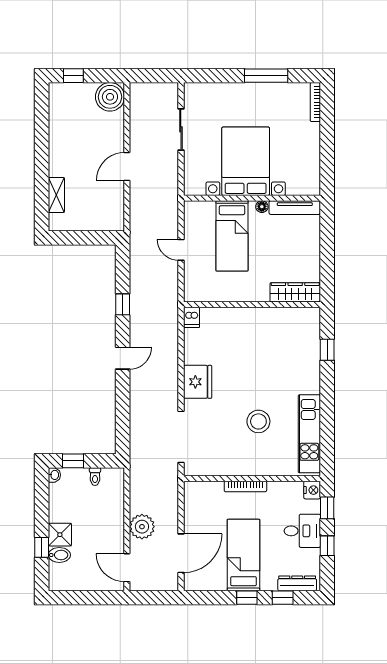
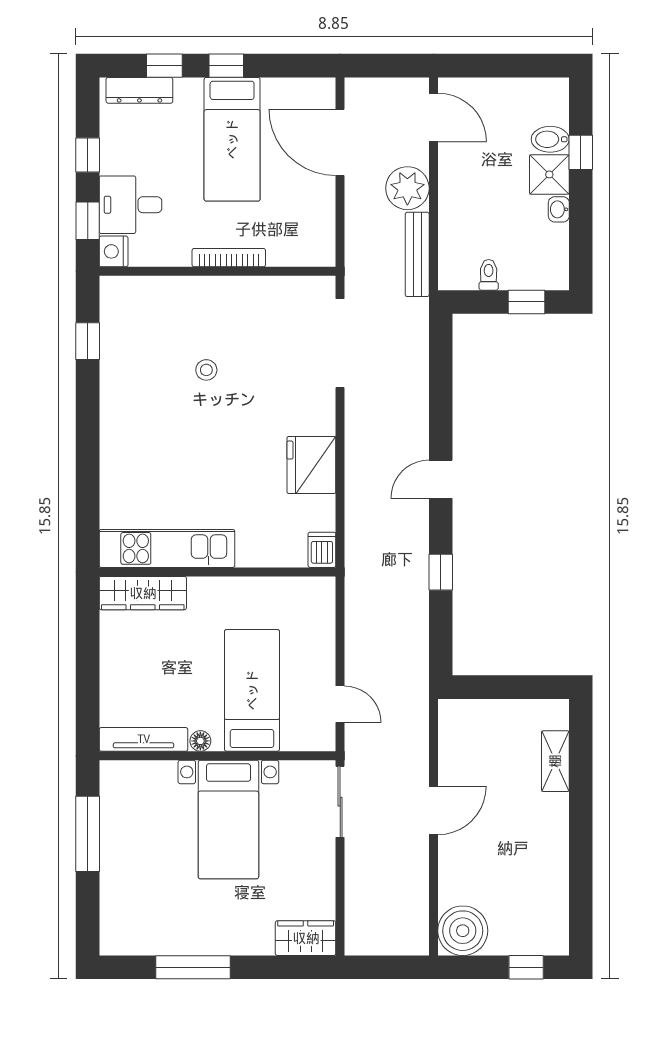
wardrobe: (201, 93) -> (306, 938), added
bookcase: (315, 102) -> (108, 922), removed
sliding door: (181, 129) -> (340, 802), moved
window: (327, 153) -> (88, 834), added
bed with nightstands: (246, 161) -> (228, 819), width x0.73
door: (181, 250) -> (340, 704), moved
window: (327, 350) -> (88, 341), moved
fridge: (198, 382) -> (311, 465), moved
stool: (258, 421) -> (206, 370), width x0.53, depth x0.53
kitchen unit: (309, 434) -> (167, 548), moved, turned -90
washbasin: (54, 475) -> (559, 209), moved
bench: (136, 488) -> (417, 254), added
desk: (302, 531) -> (131, 205), moved
door: (181, 553) -> (340, 142), hinge flipped

